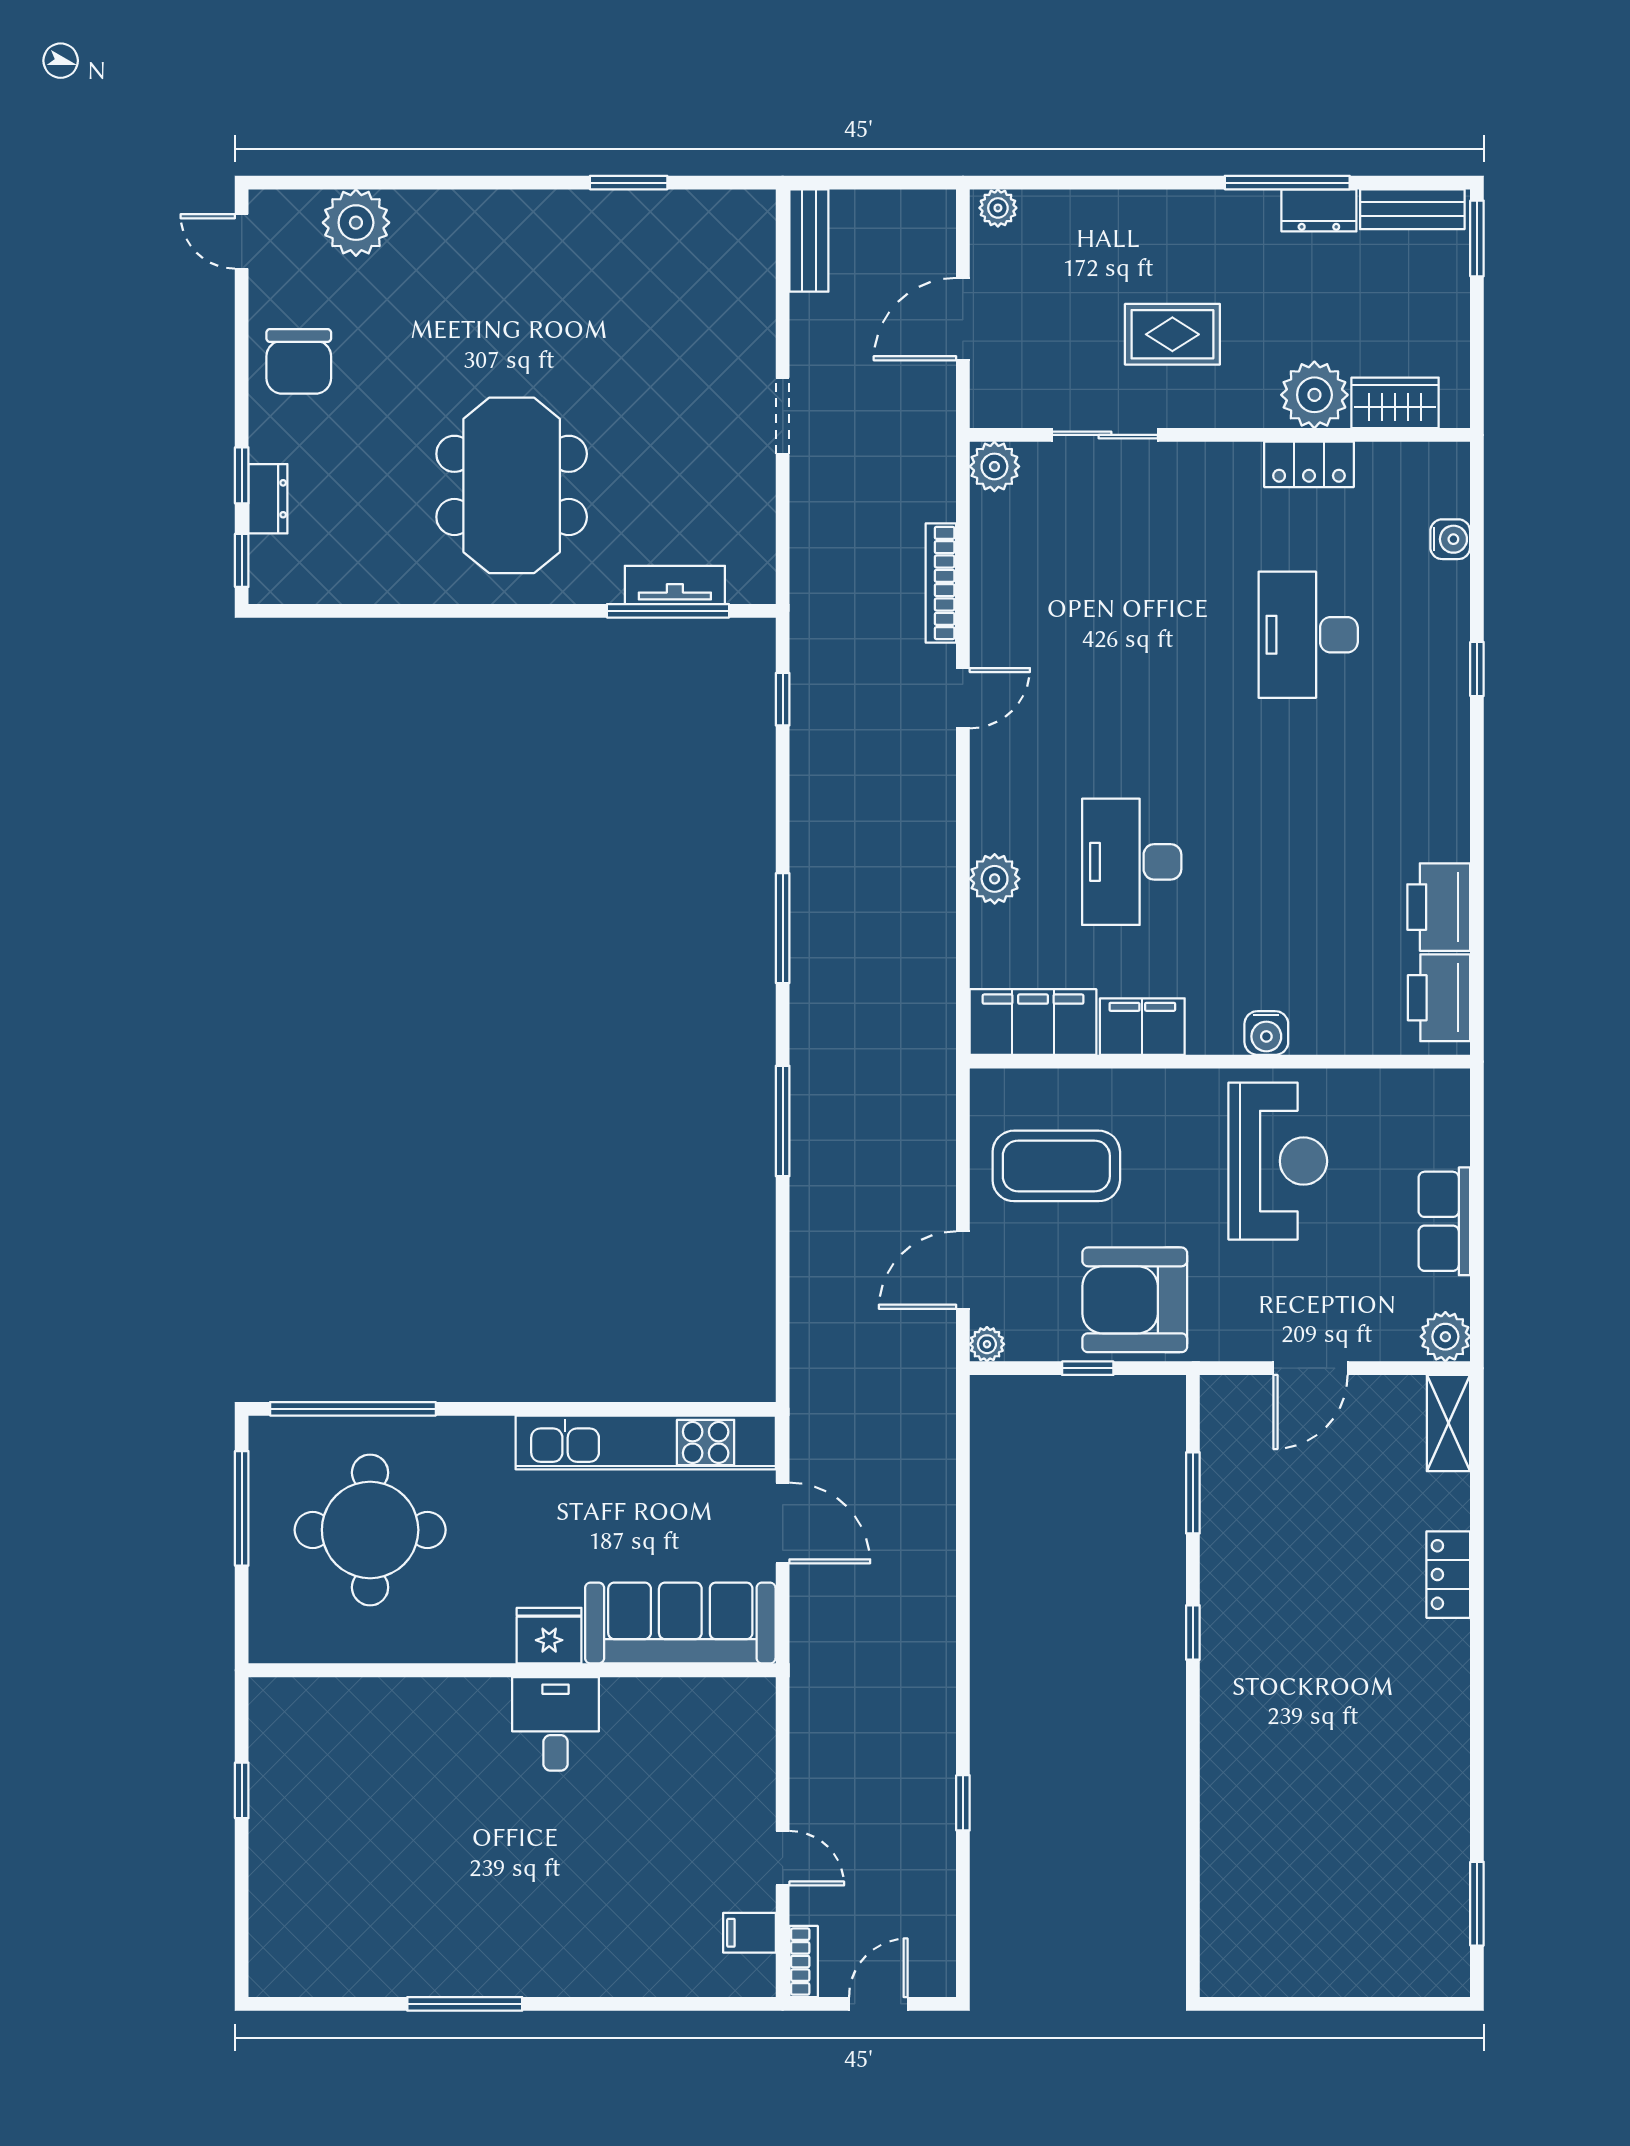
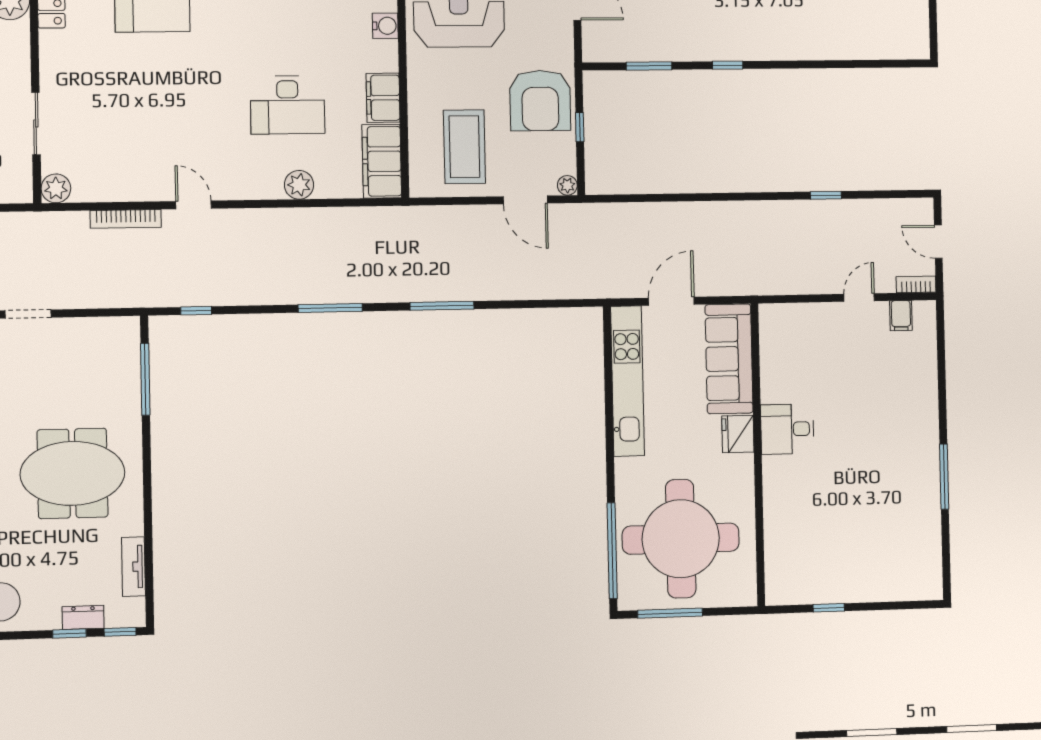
tv unit: (675, 585) -> (133, 567), moved
round table: (370, 1530) -> (681, 539), width x1.36, depth x1.36

